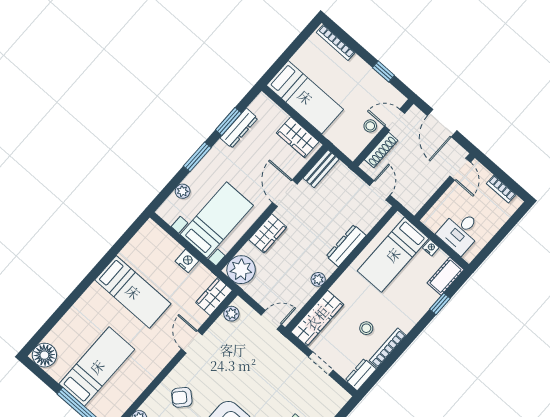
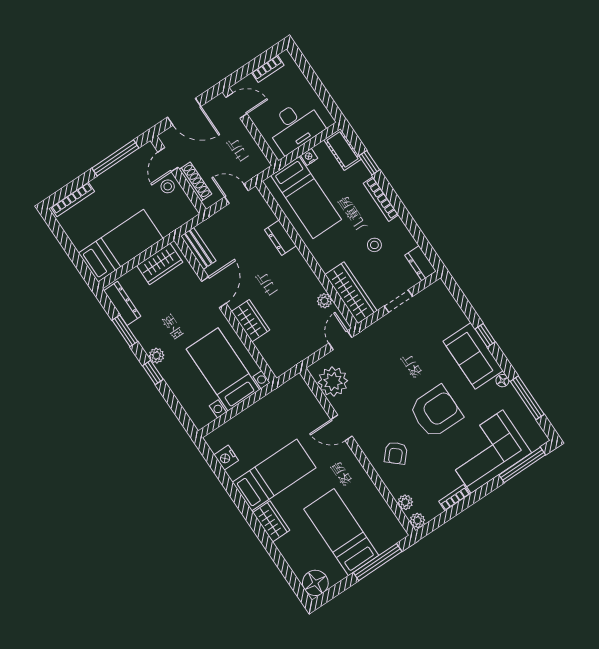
window: (384, 72) -> (115, 158), width x2.17
dresser: (239, 128) -> (122, 303), moved
window: (197, 157) -> (153, 372), width x0.67
plant: (183, 191) -> (157, 356), moved
door: (285, 193) -> (214, 292), swing flipped
desk: (460, 232) -> (295, 126), width x1.37
dresser: (346, 246) -> (280, 238), width x0.70
nightstand: (187, 261) -> (226, 458), moved, turned -90
plant: (241, 270) -> (281, 358), removed
plant: (318, 279) -> (324, 301), moved
wardrobe: (214, 297) -> (271, 521), moved, turned 180
plant: (231, 314) -> (333, 382), width x1.88, depth x1.88
bookcase: (388, 348) -> (381, 199), moved

